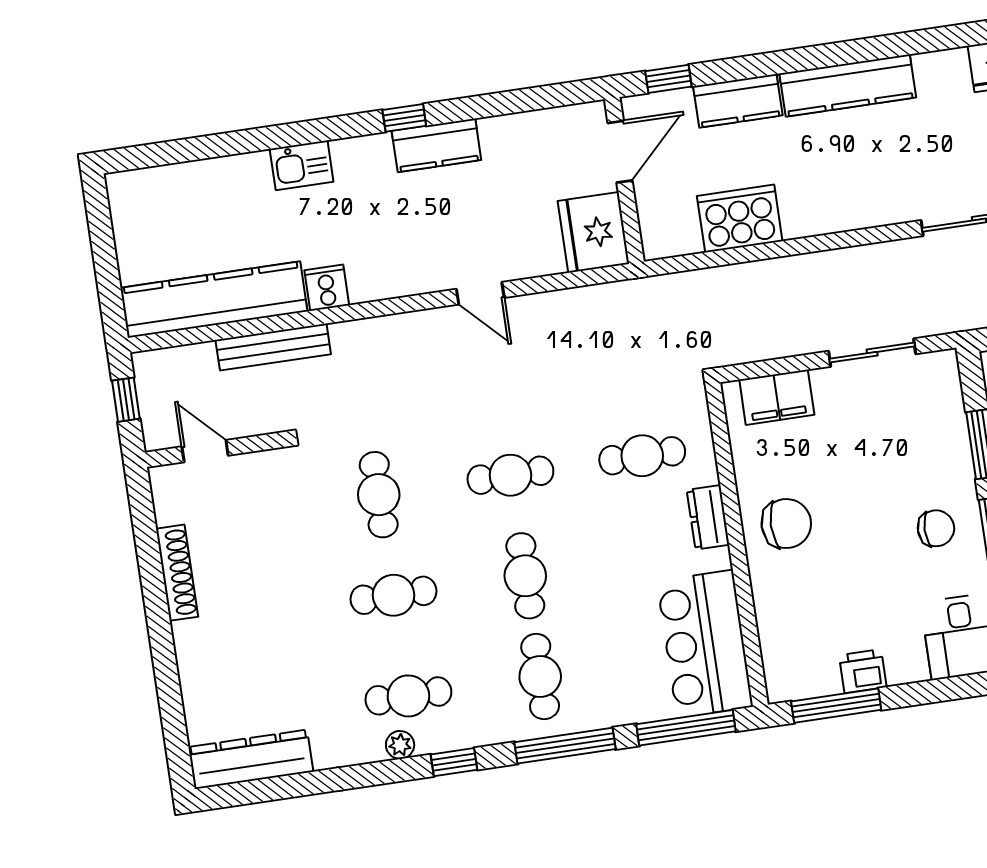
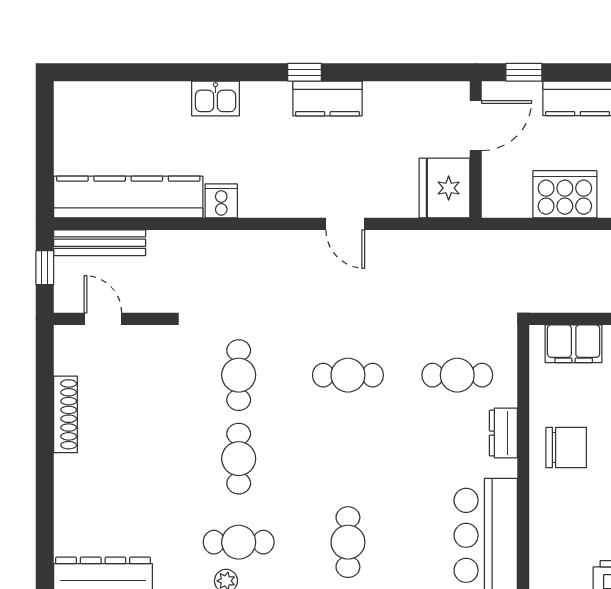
bench: (273, 347) -> (100, 243), moved
cafe table: (525, 576) -> (348, 459), removed
cafe table: (394, 595) -> (239, 459), turned 90

